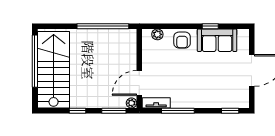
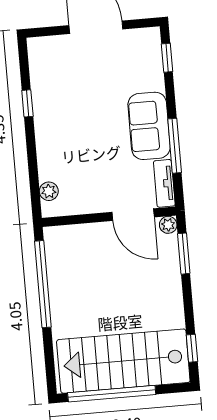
armchair: (182, 40) -> (55, 149), removed
sofa: (217, 40) -> (149, 126), moved, turned 180
window: (77, 111) -> (192, 348), moved

